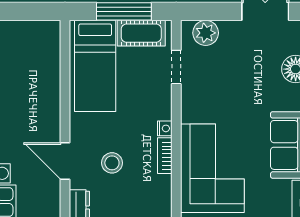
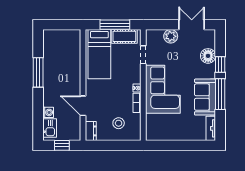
plant: (206, 33) -> (171, 36), moved
stool: (112, 163) -> (119, 123), moved
corner sofa: (212, 168) -> (163, 89), moved

